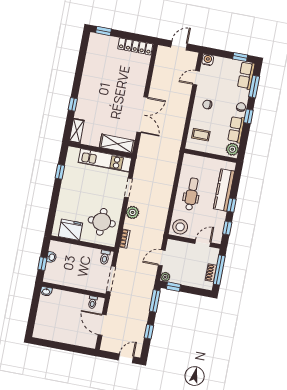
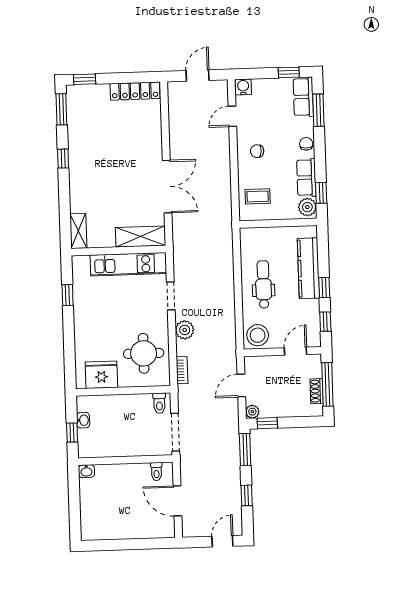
window: (84, 47) -> (61, 109), added
window: (73, 104) -> (63, 159), moved
window: (248, 116) -> (321, 193), moved

